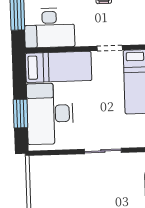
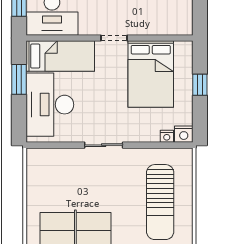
window: (21, 114) -> (19, 79), moved

